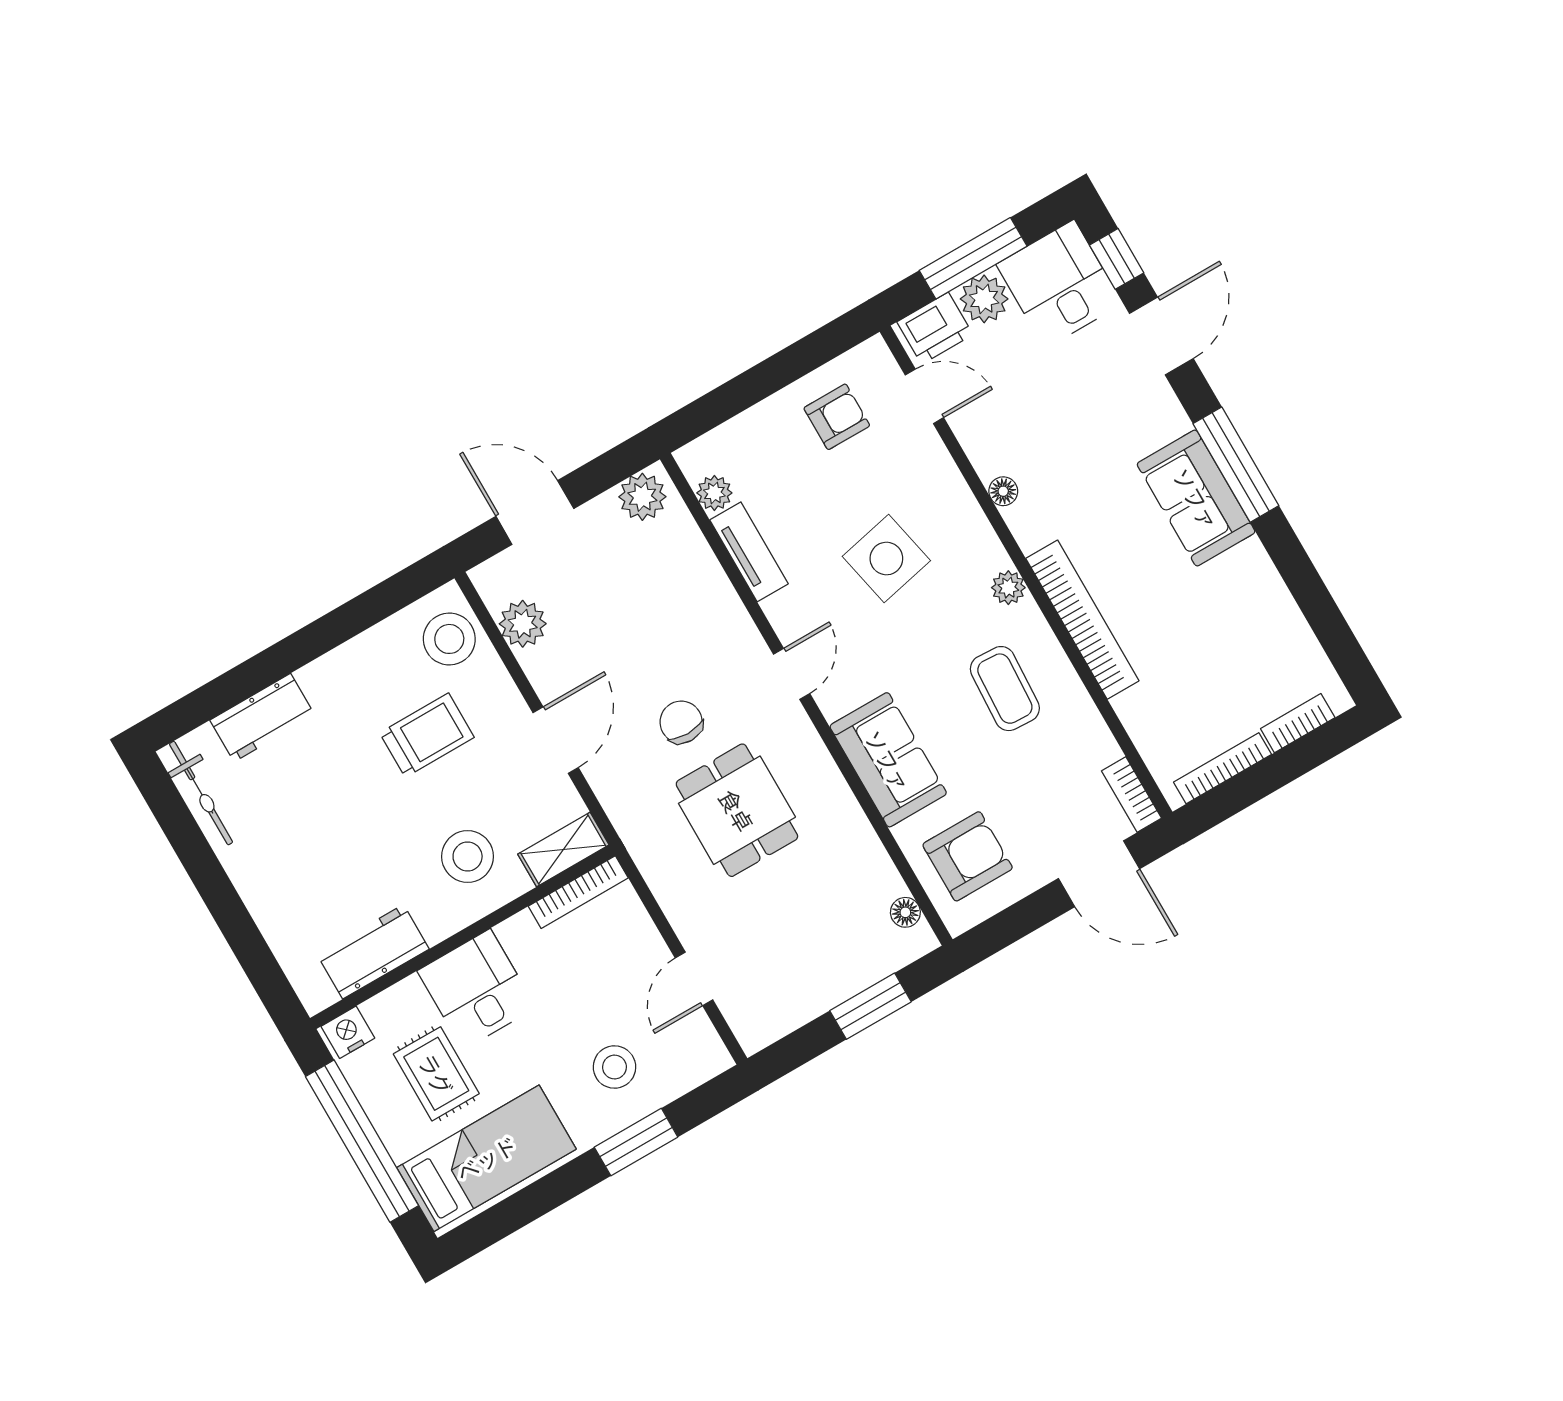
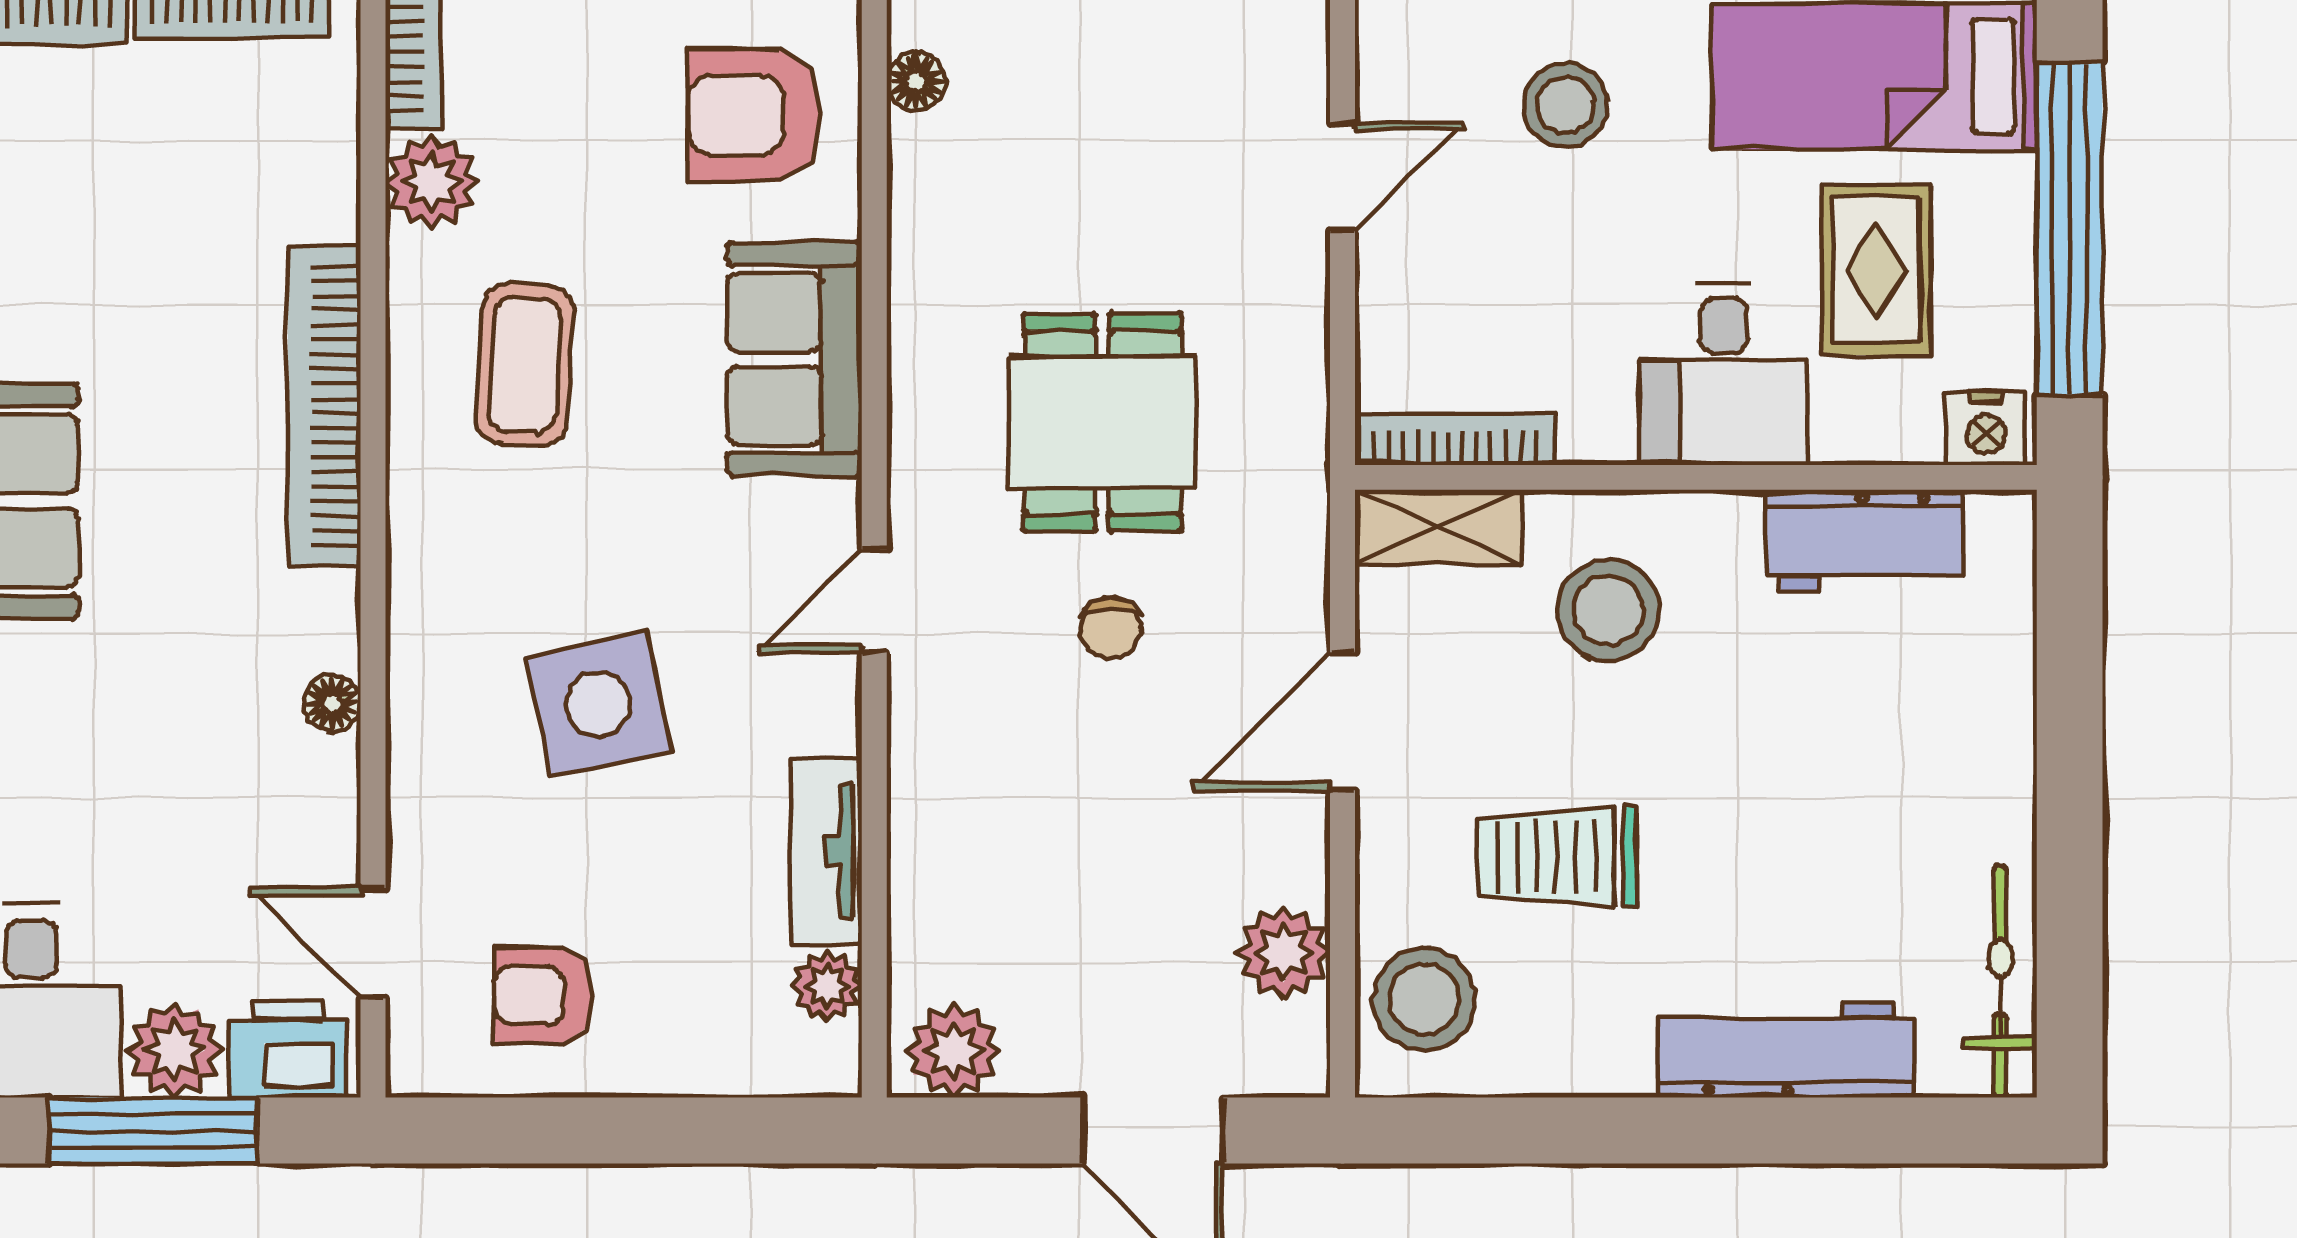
plant: (1008, 588) -> (432, 182), moved, width x1.38, depth x1.38
workbench: (262, 718) -> (1786, 1050), width x1.38
chair: (681, 722) -> (1110, 628), width x0.73, depth x0.73

